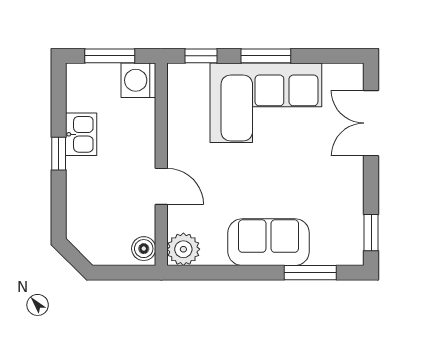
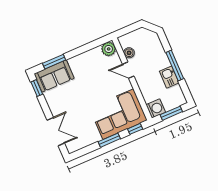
corner sofa: (266, 103) -> (118, 114), moved
window: (59, 154) -> (175, 65), width x2.17
sofa: (269, 242) -> (54, 76), moved
boiler: (144, 249) -> (129, 53), moved

